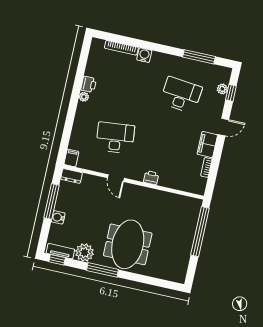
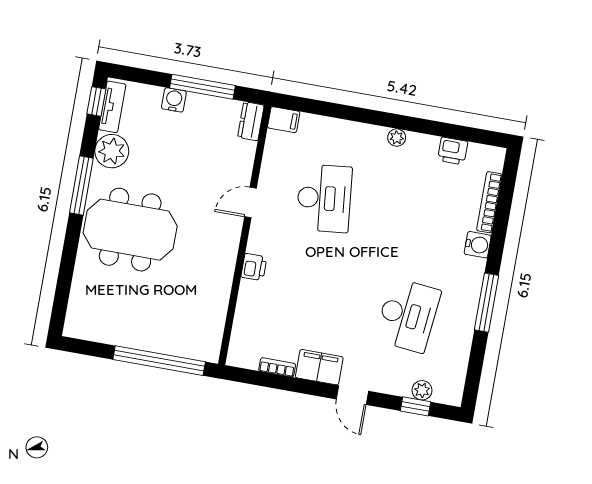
window: (199, 57) -> (487, 303), moved
printer: (89, 84) -> (453, 151), moved

